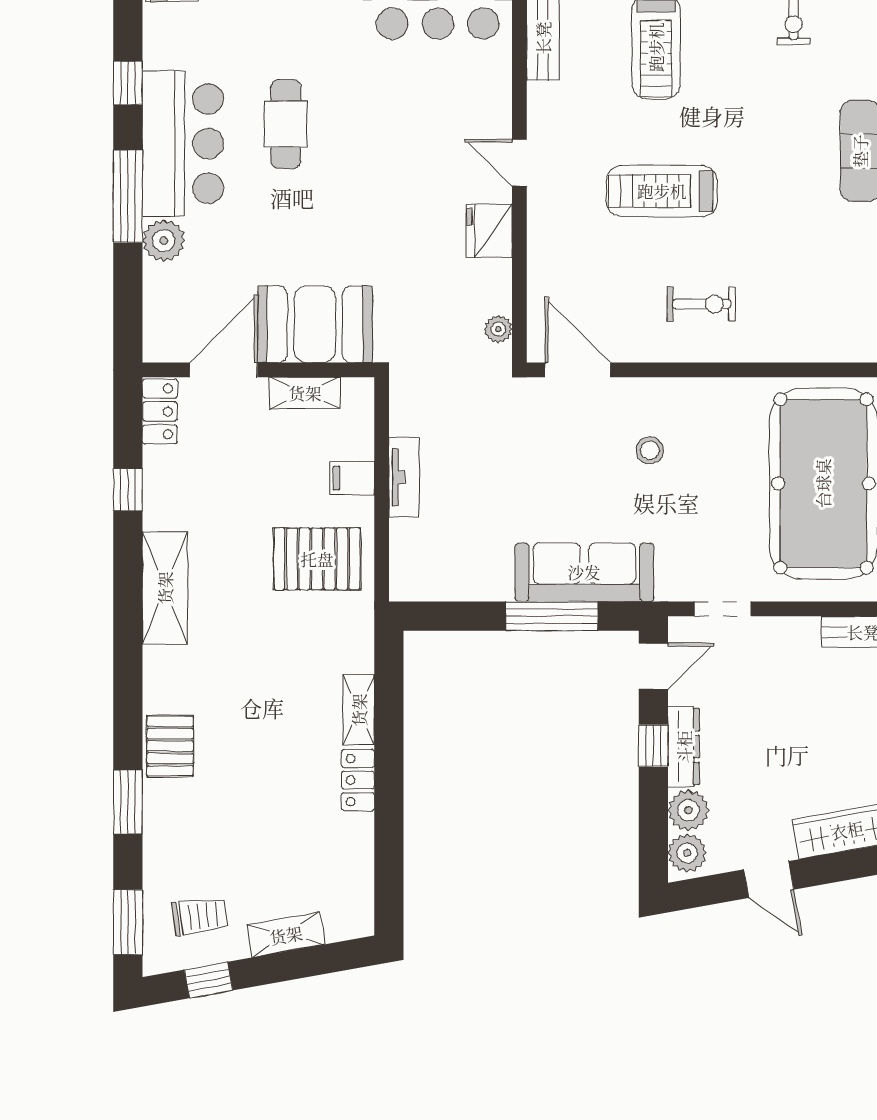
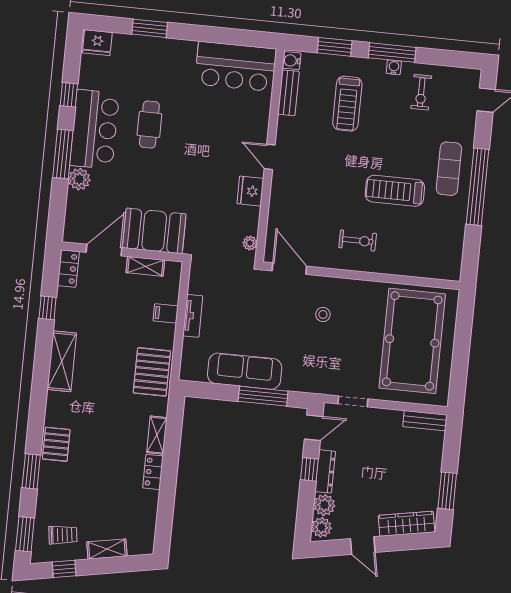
treadmill: (662, 191) -> (395, 191), moved
pallet: (317, 559) -> (152, 372), moved, turned 90
sofa: (584, 572) -> (245, 371), moved

